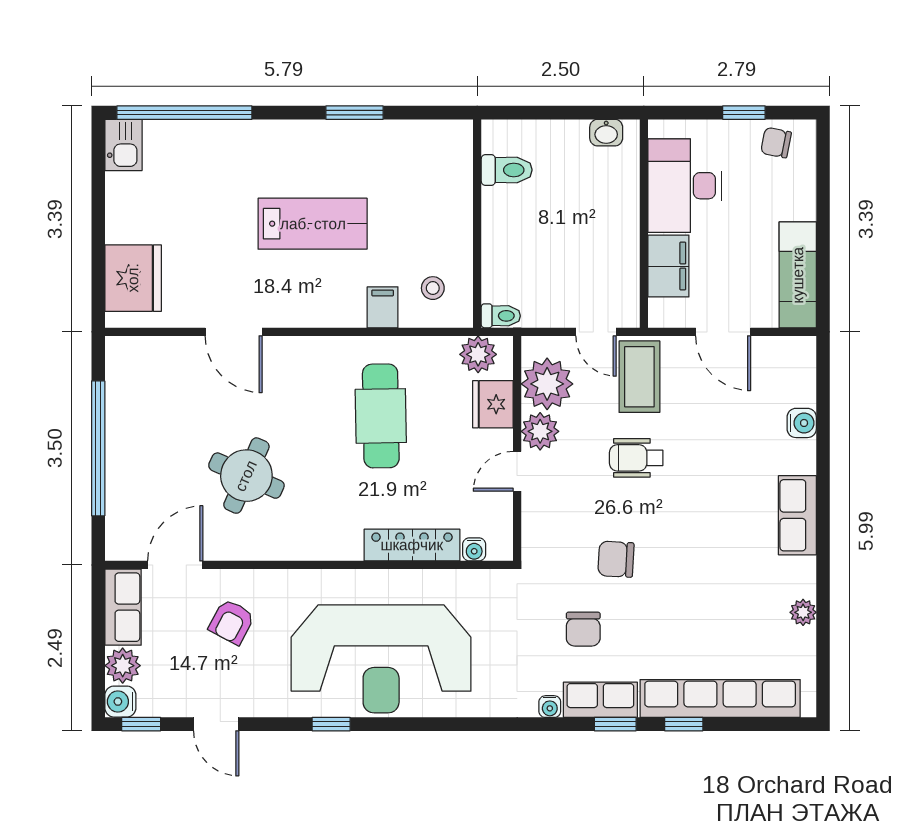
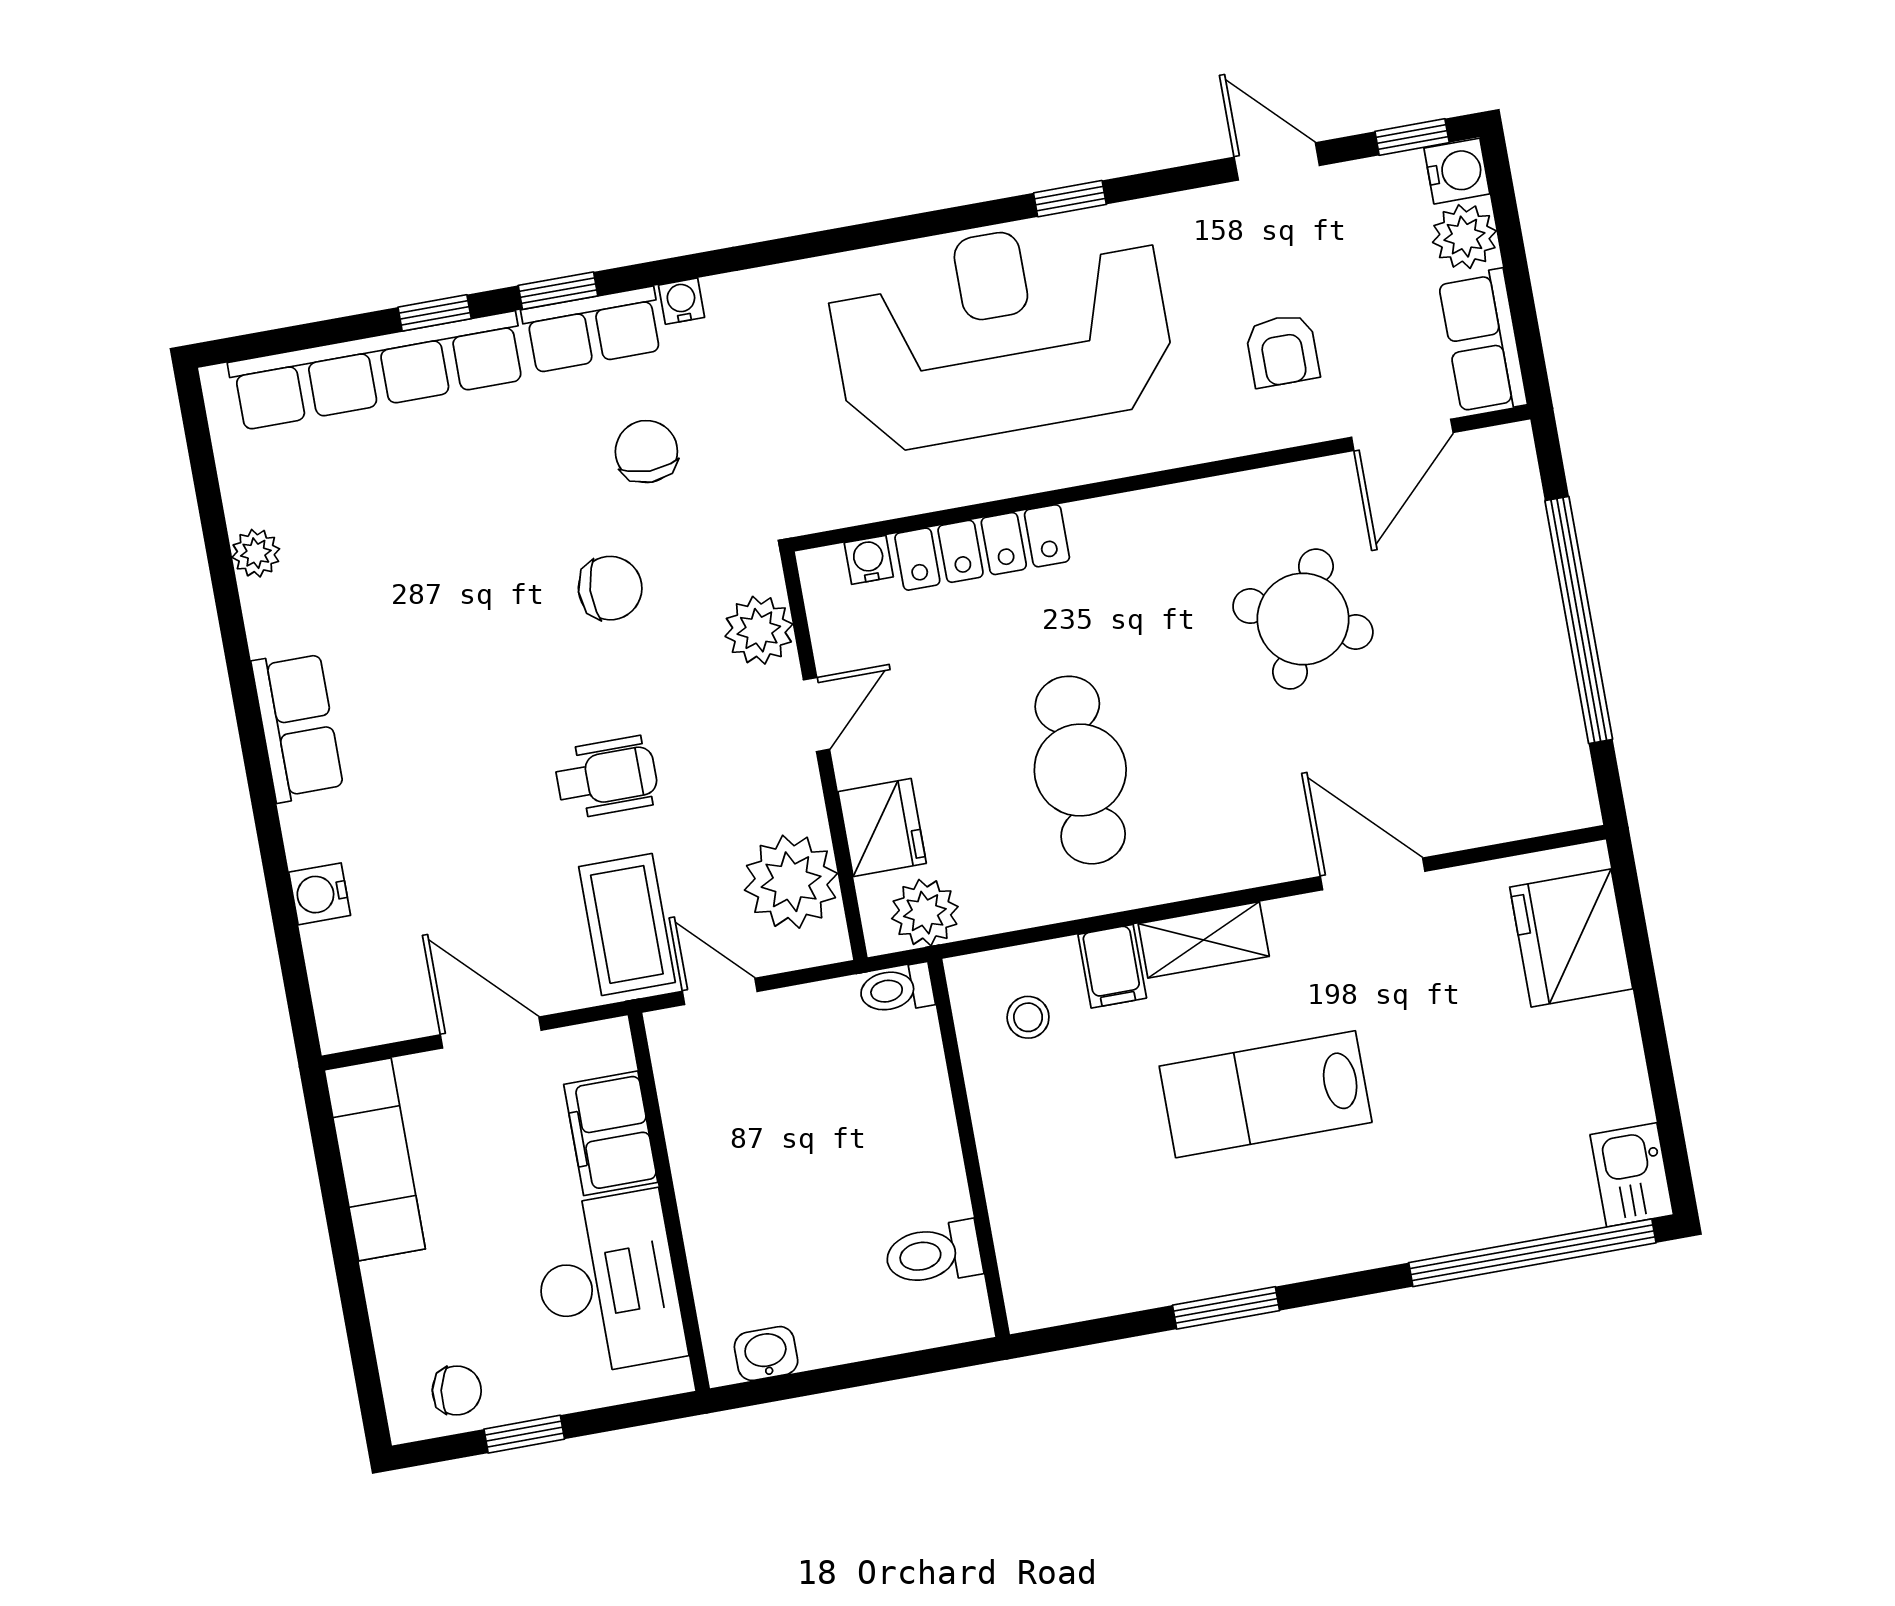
shelving: (331, 313) -> (1204, 940), added
plant: (540, 431) -> (759, 630), moved
armchair: (232, 622) -> (1282, 351), turned 152

